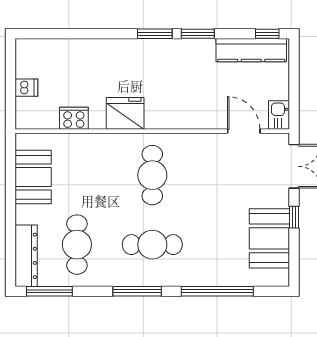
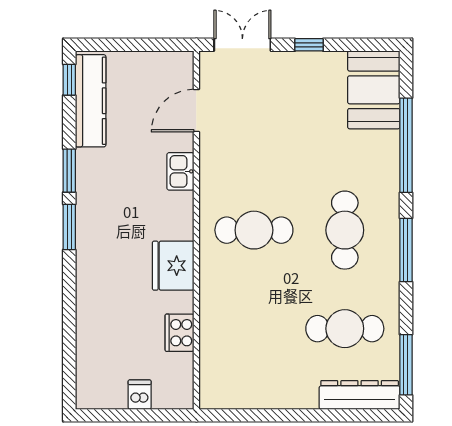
kitchen sink: (279, 115) -> (180, 171), moved, turned 90
booth: (33, 177) -> (257, 386), removed
booth: (269, 238) -> (374, 90), moved, turned 90

